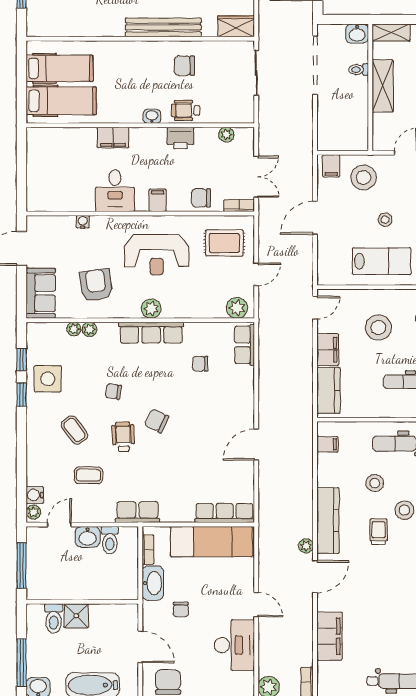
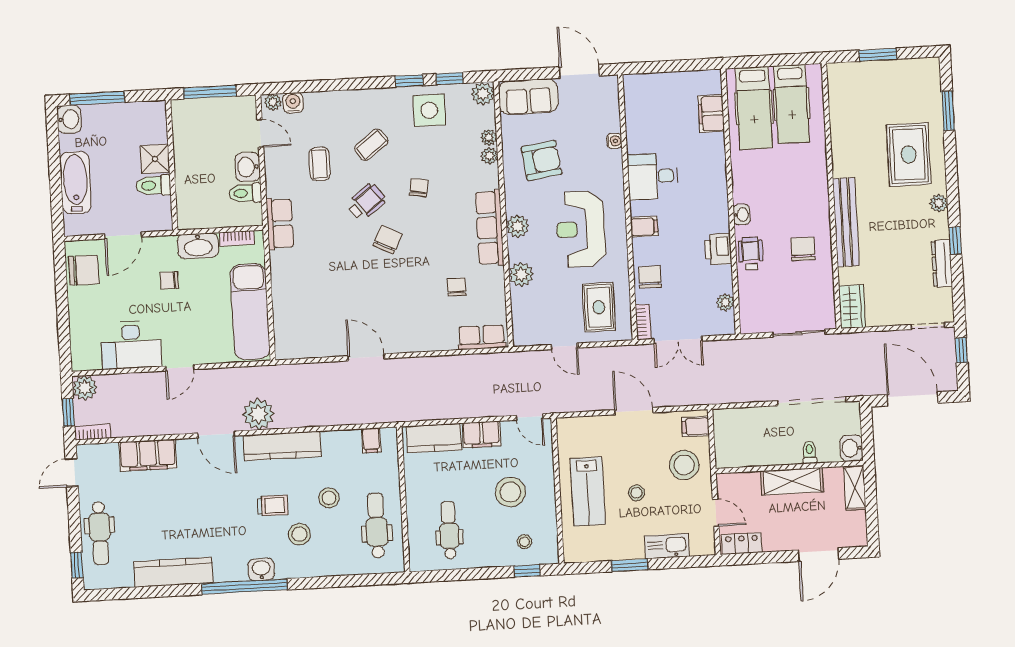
filing cabinet: (113, 138) -> (711, 114), moved
plant: (237, 308) -> (521, 275), moved
plant: (36, 332) -> (483, 94), added
wheelchair: (123, 437) -> (366, 202), turned -35
row of seats: (225, 513) -> (284, 325), removed
plant: (306, 546) -> (258, 414), width x1.87, depth x1.87
toilet: (54, 618) -> (153, 185), moved

